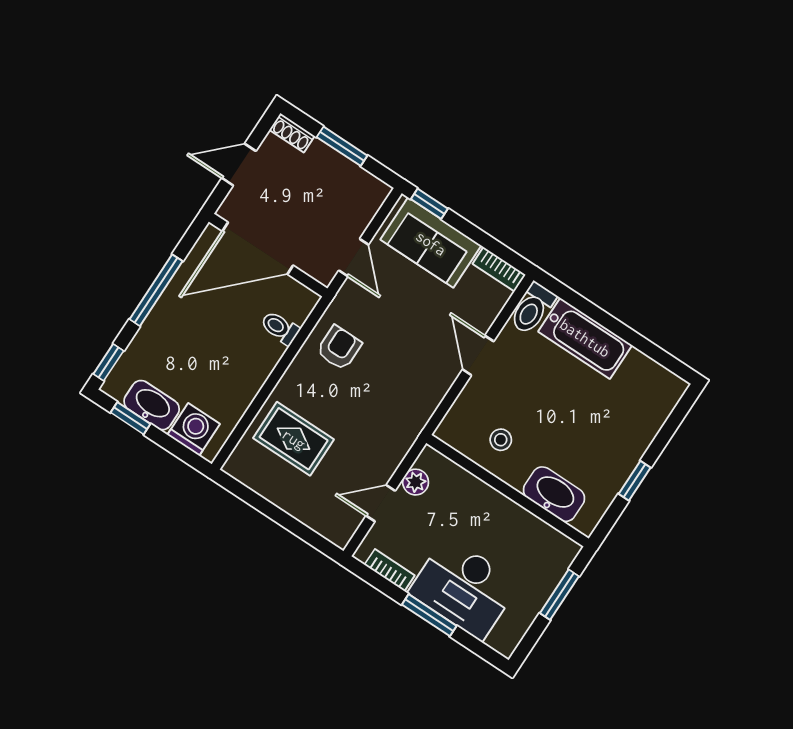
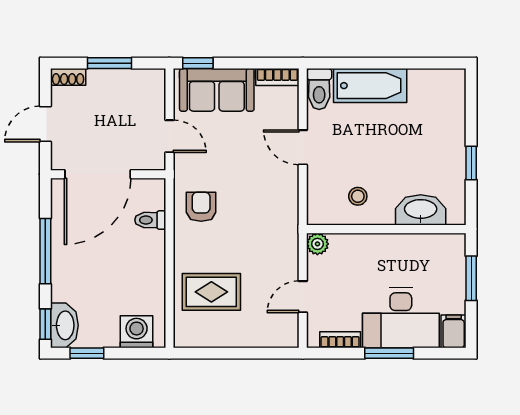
washbasin: (152, 405) -> (64, 325), moved, turned 90
plant: (416, 482) -> (317, 244), moved
filing cabinet: (507, 636) -> (454, 331), added

